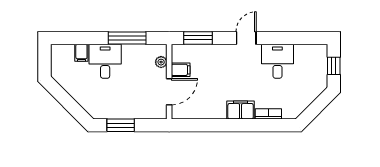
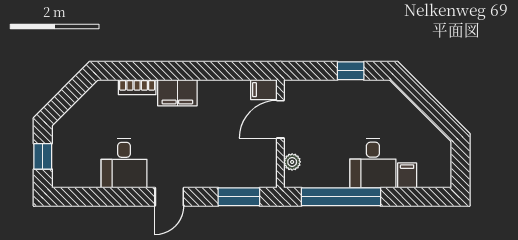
window: (127, 38) -> (341, 197), width x1.46
filing cabinet: (181, 70) -> (264, 90), moved
window: (121, 125) -> (351, 71), width x0.67

